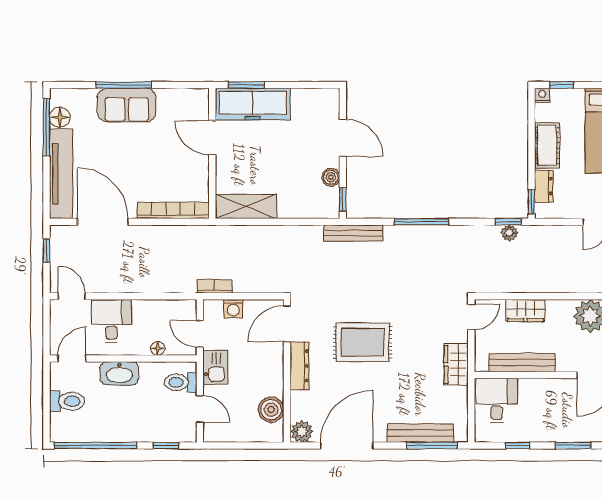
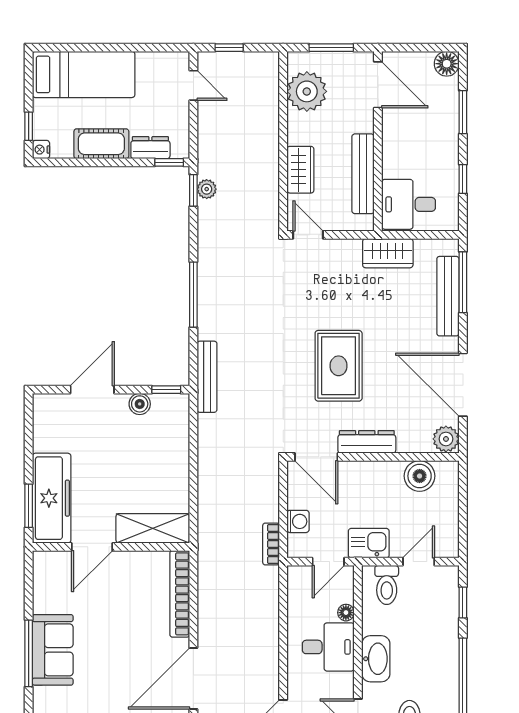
shelving: (246, 206) -> (153, 528), moved, turned 90
desk: (111, 321) -> (328, 647), moved, turned 180
wardrobe: (456, 364) -> (388, 253), moved

